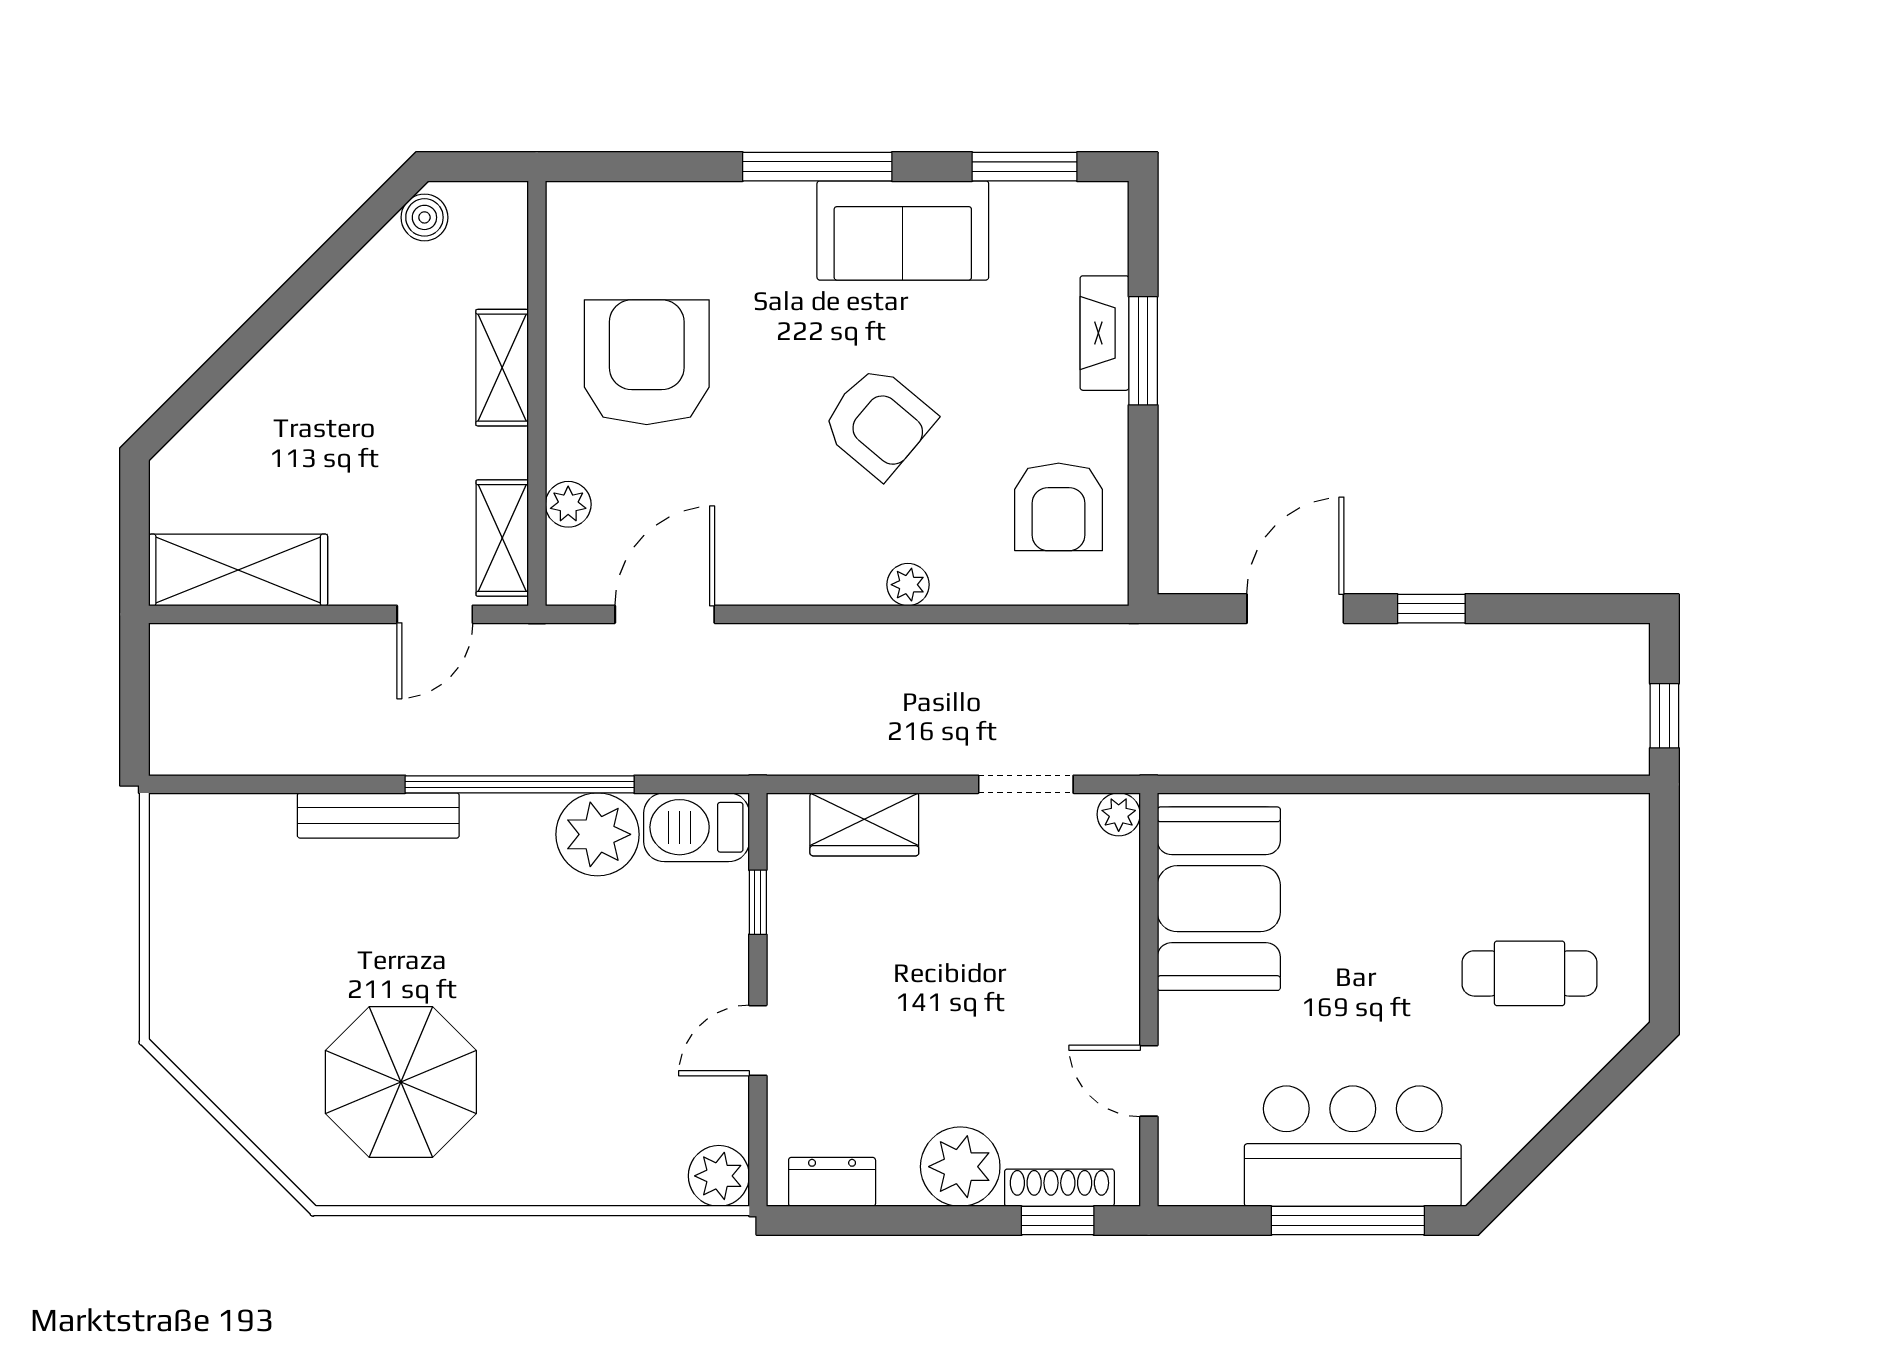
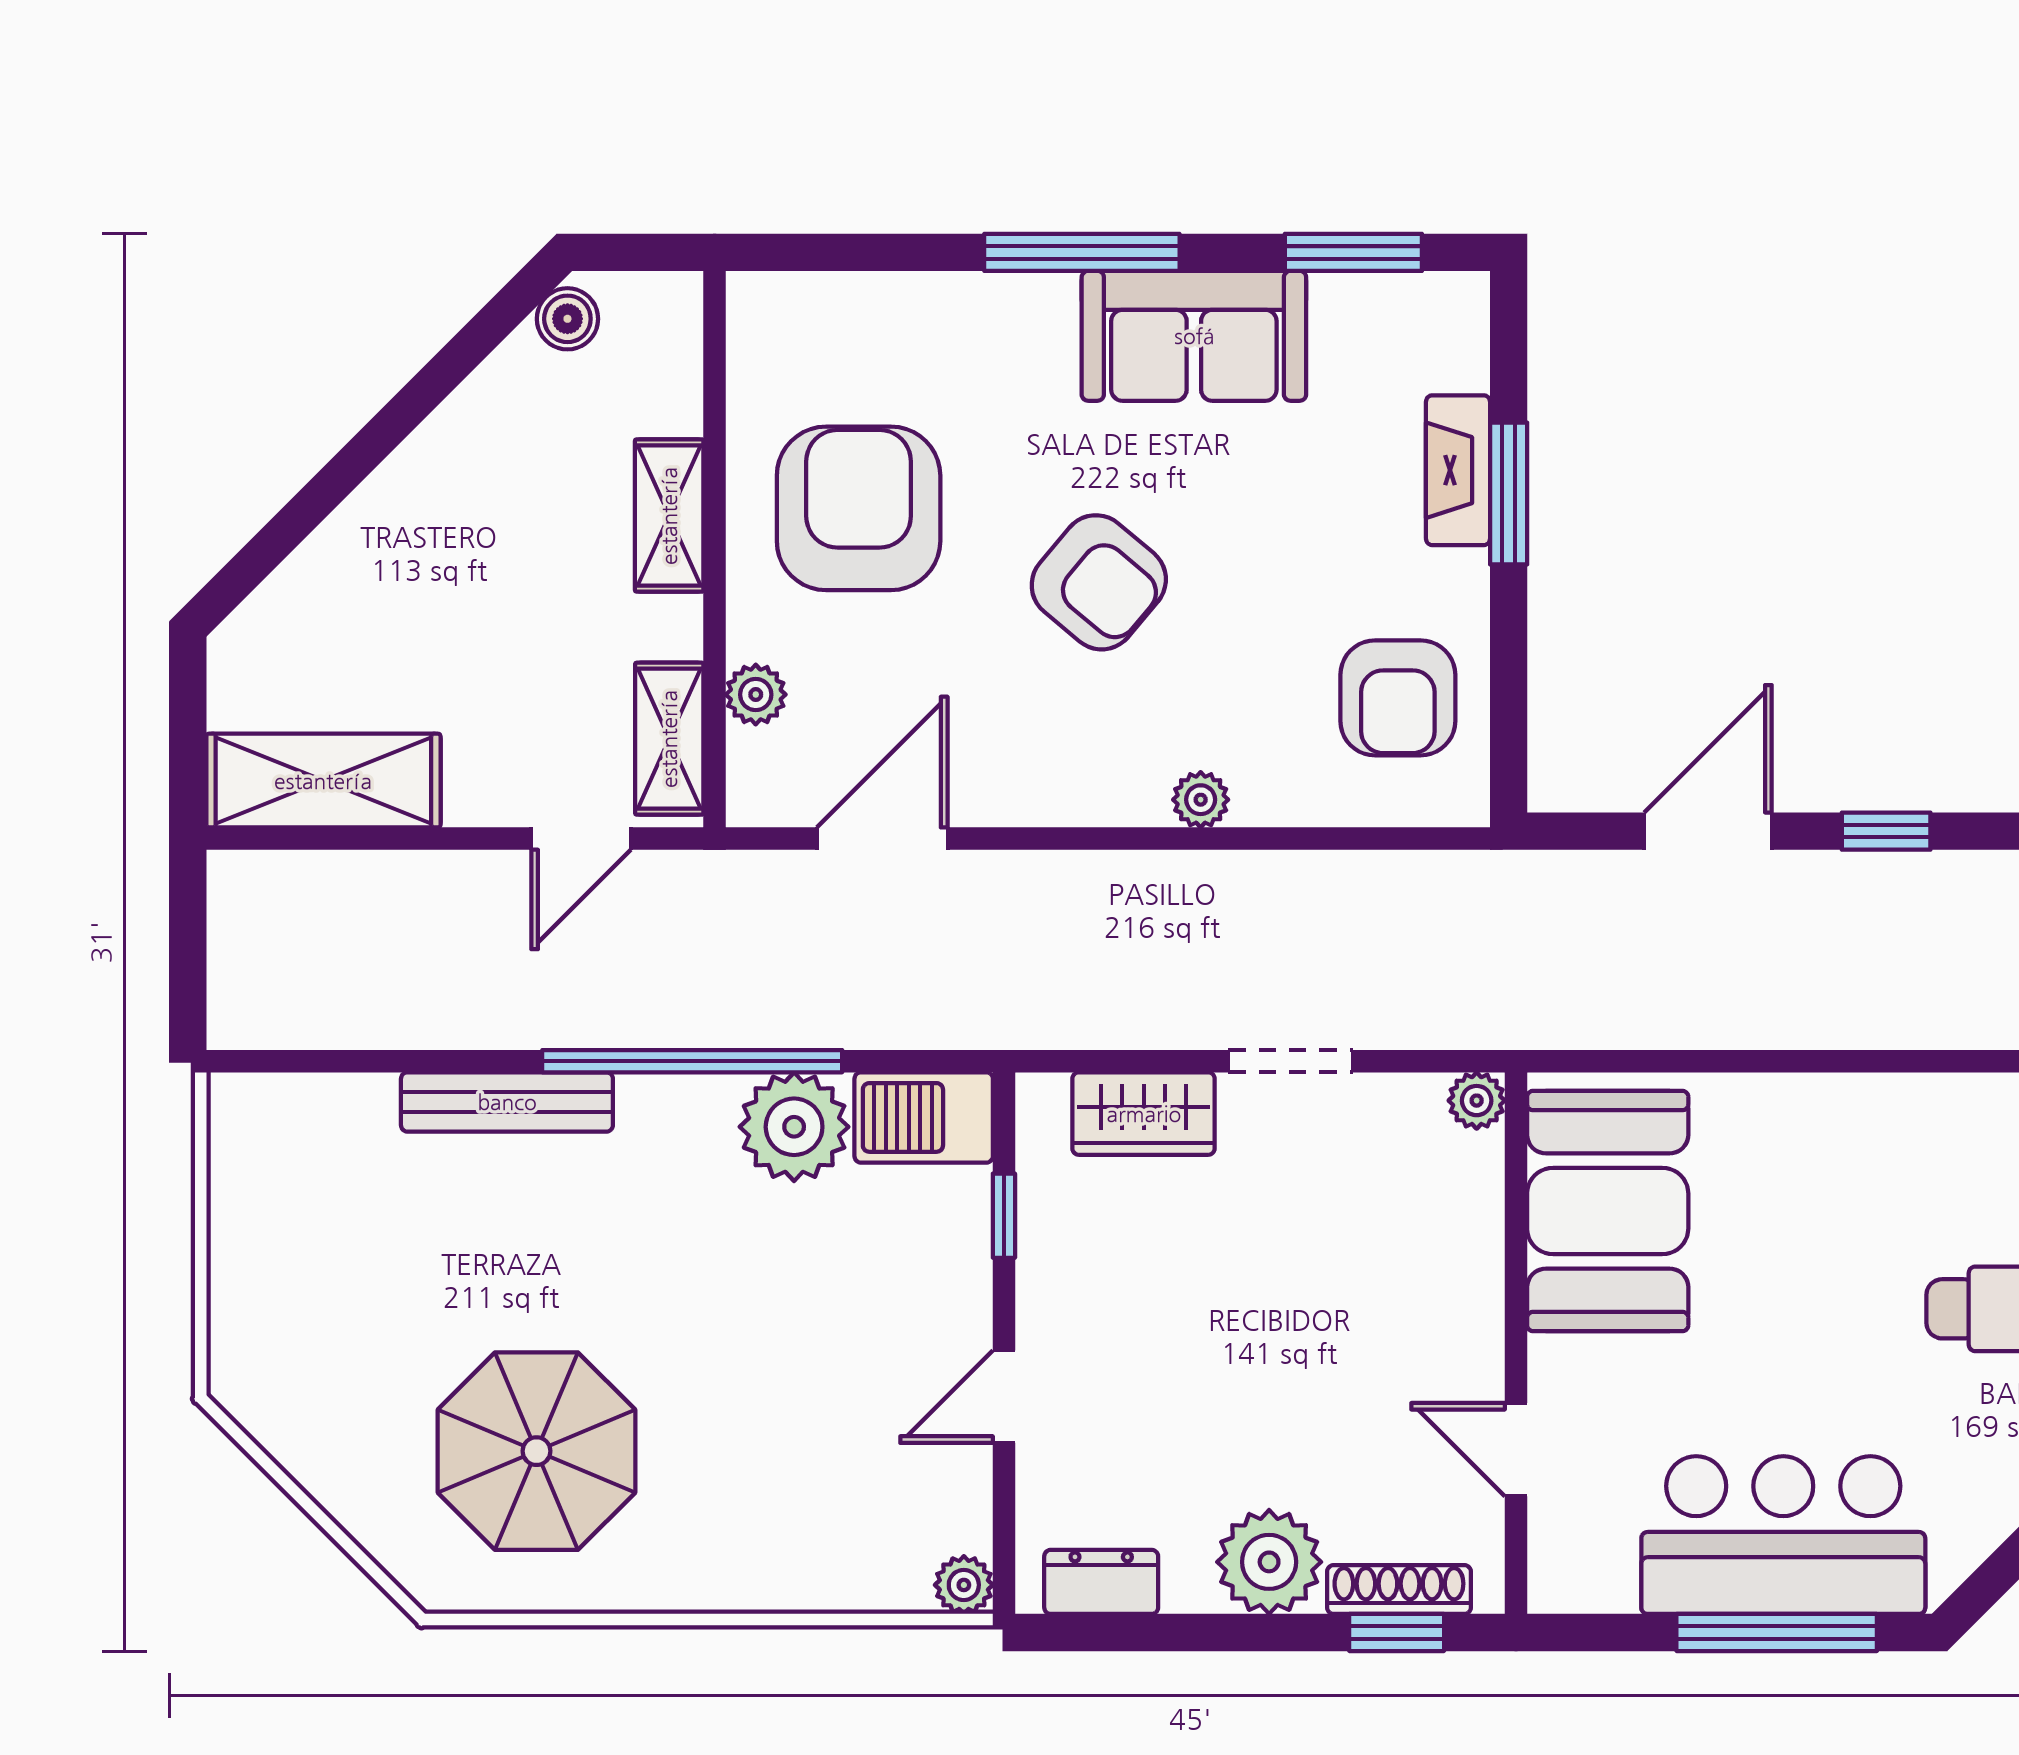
armchair: (878, 422) -> (1099, 582), moved
doorway: (1026, 784) -> (1291, 1061), moved
plant: (719, 1176) -> (964, 1585), width x0.73, depth x0.73

